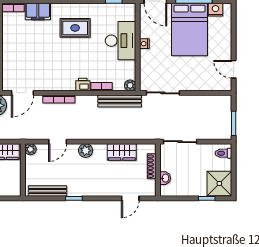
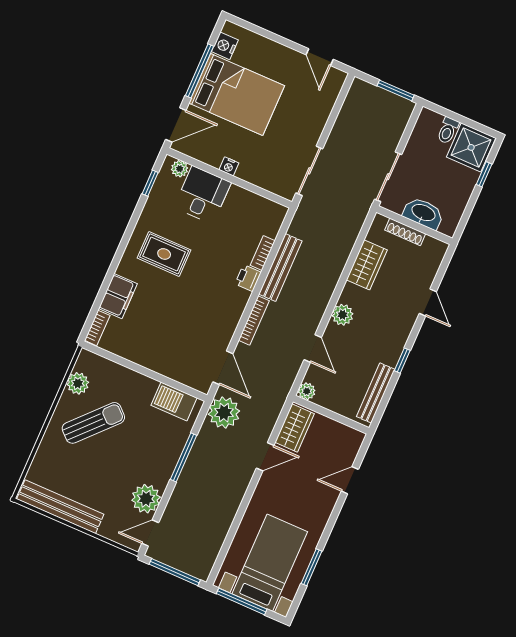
rug: (75, 28) -> (164, 254), turned 90
desk: (121, 41) -> (203, 195), width x0.73
door: (234, 69) -> (320, 57), hinge flipped
plant: (130, 85) -> (180, 169), moved
bench: (120, 101) -> (280, 268), moved
toilet: (223, 153) -> (448, 130), moved
washbasin: (165, 178) -> (423, 213), width x1.91, depth x1.45
door: (130, 198) -> (428, 302), moved

